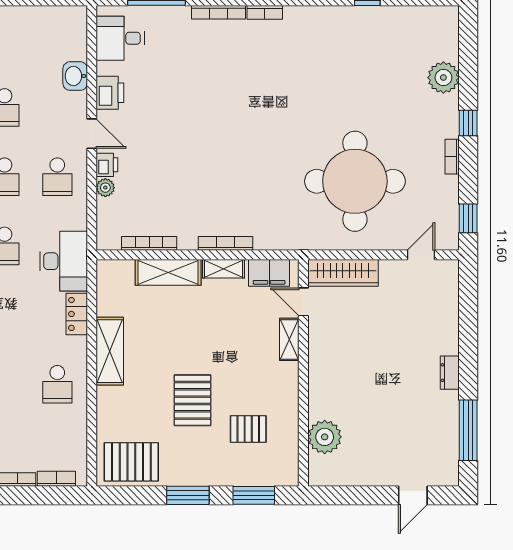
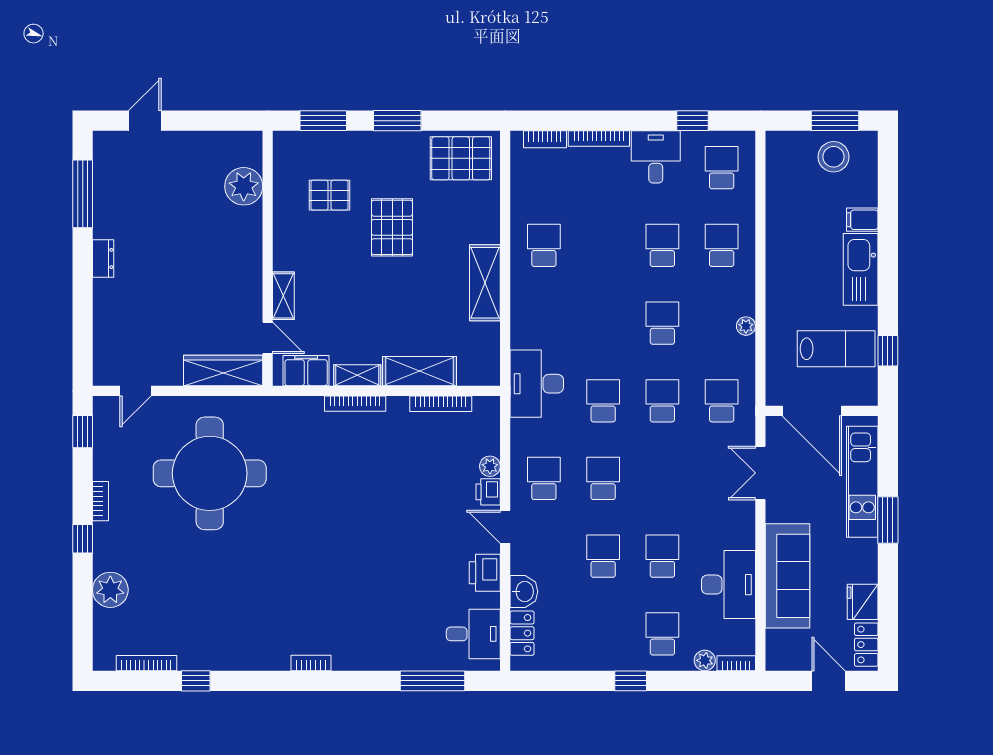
bookcase: (219, 12) -> (146, 663), moved
locker: (77, 314) -> (522, 633), moved

